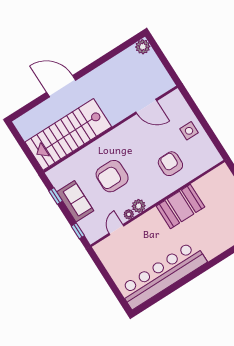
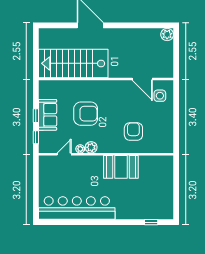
side table: (189, 131) -> (160, 96), moved
armchair: (112, 176) -> (86, 114), turned 180
window: (56, 196) -> (36, 116), moved

